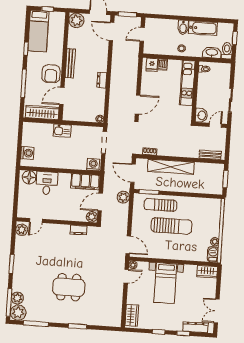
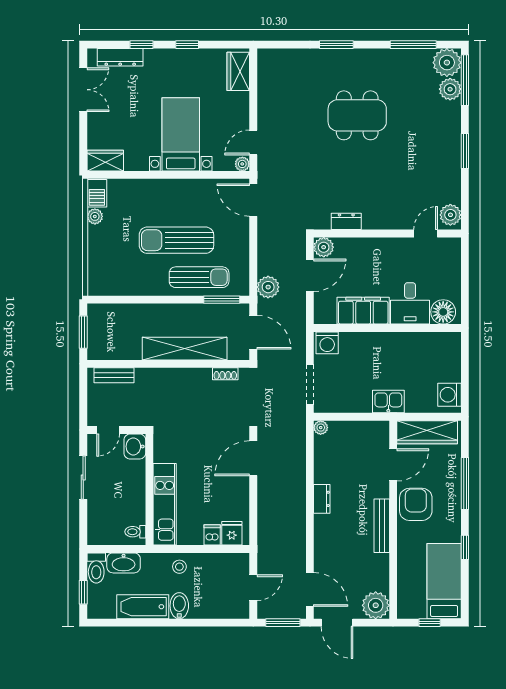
washing machine: (27, 153) -> (450, 395), moved
filing cabinet: (85, 182) -> (363, 311), moved

